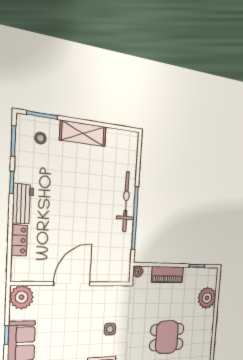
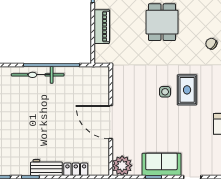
plant: (138, 272) -> (99, 58), removed
side table: (110, 329) -> (165, 92), moved

